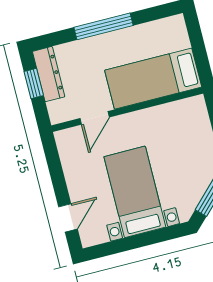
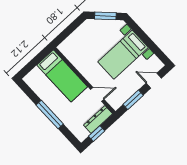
dresser: (49, 74) -> (98, 119), moved
window: (56, 169) -> (133, 100), added

